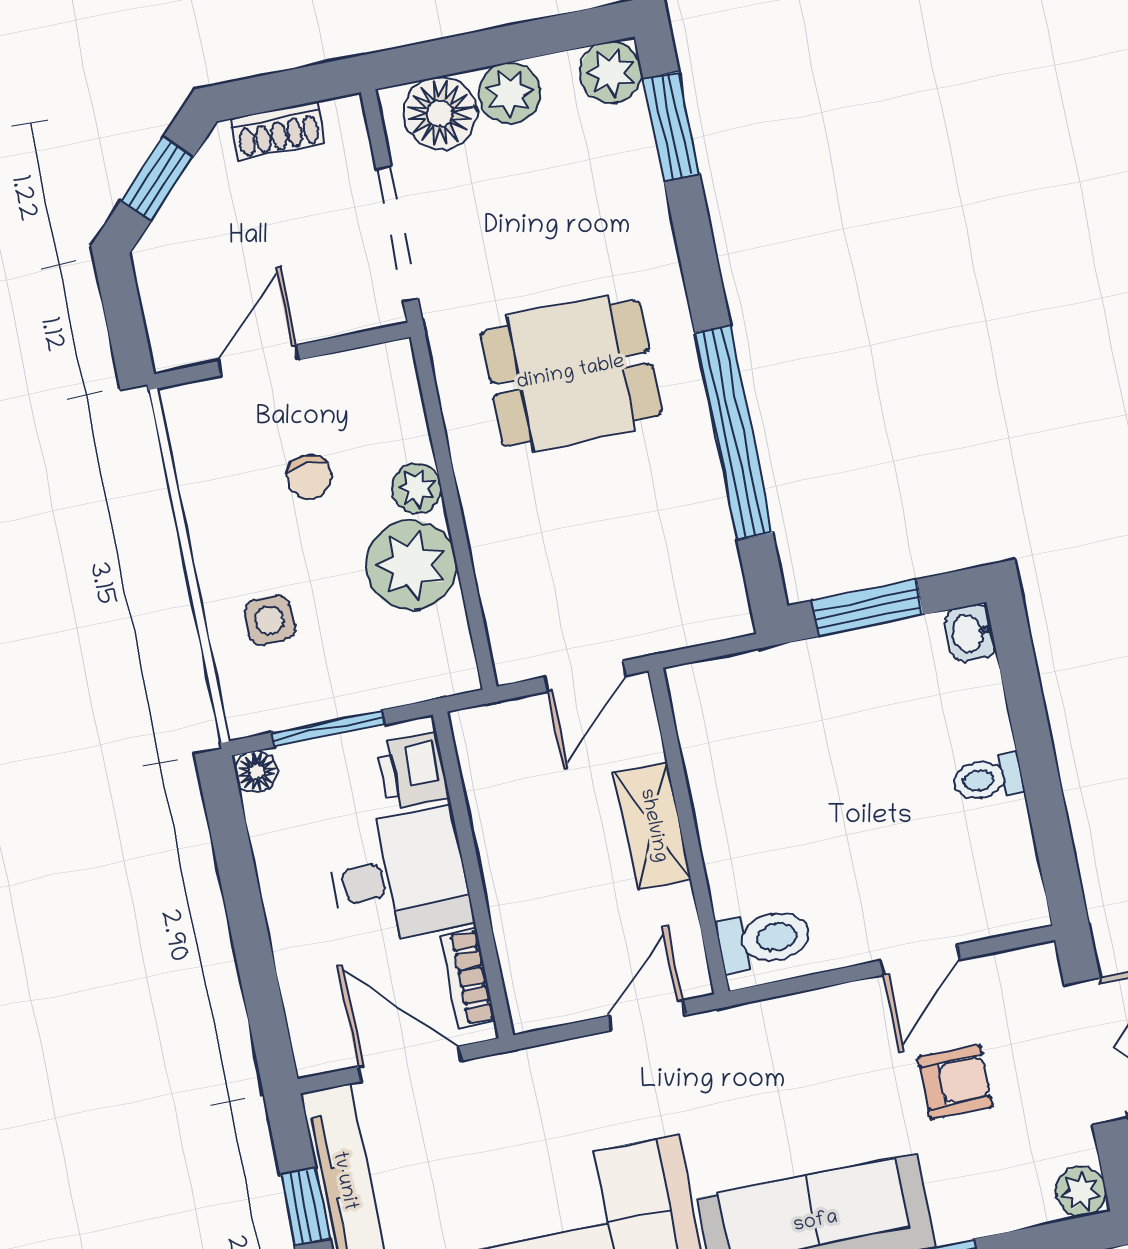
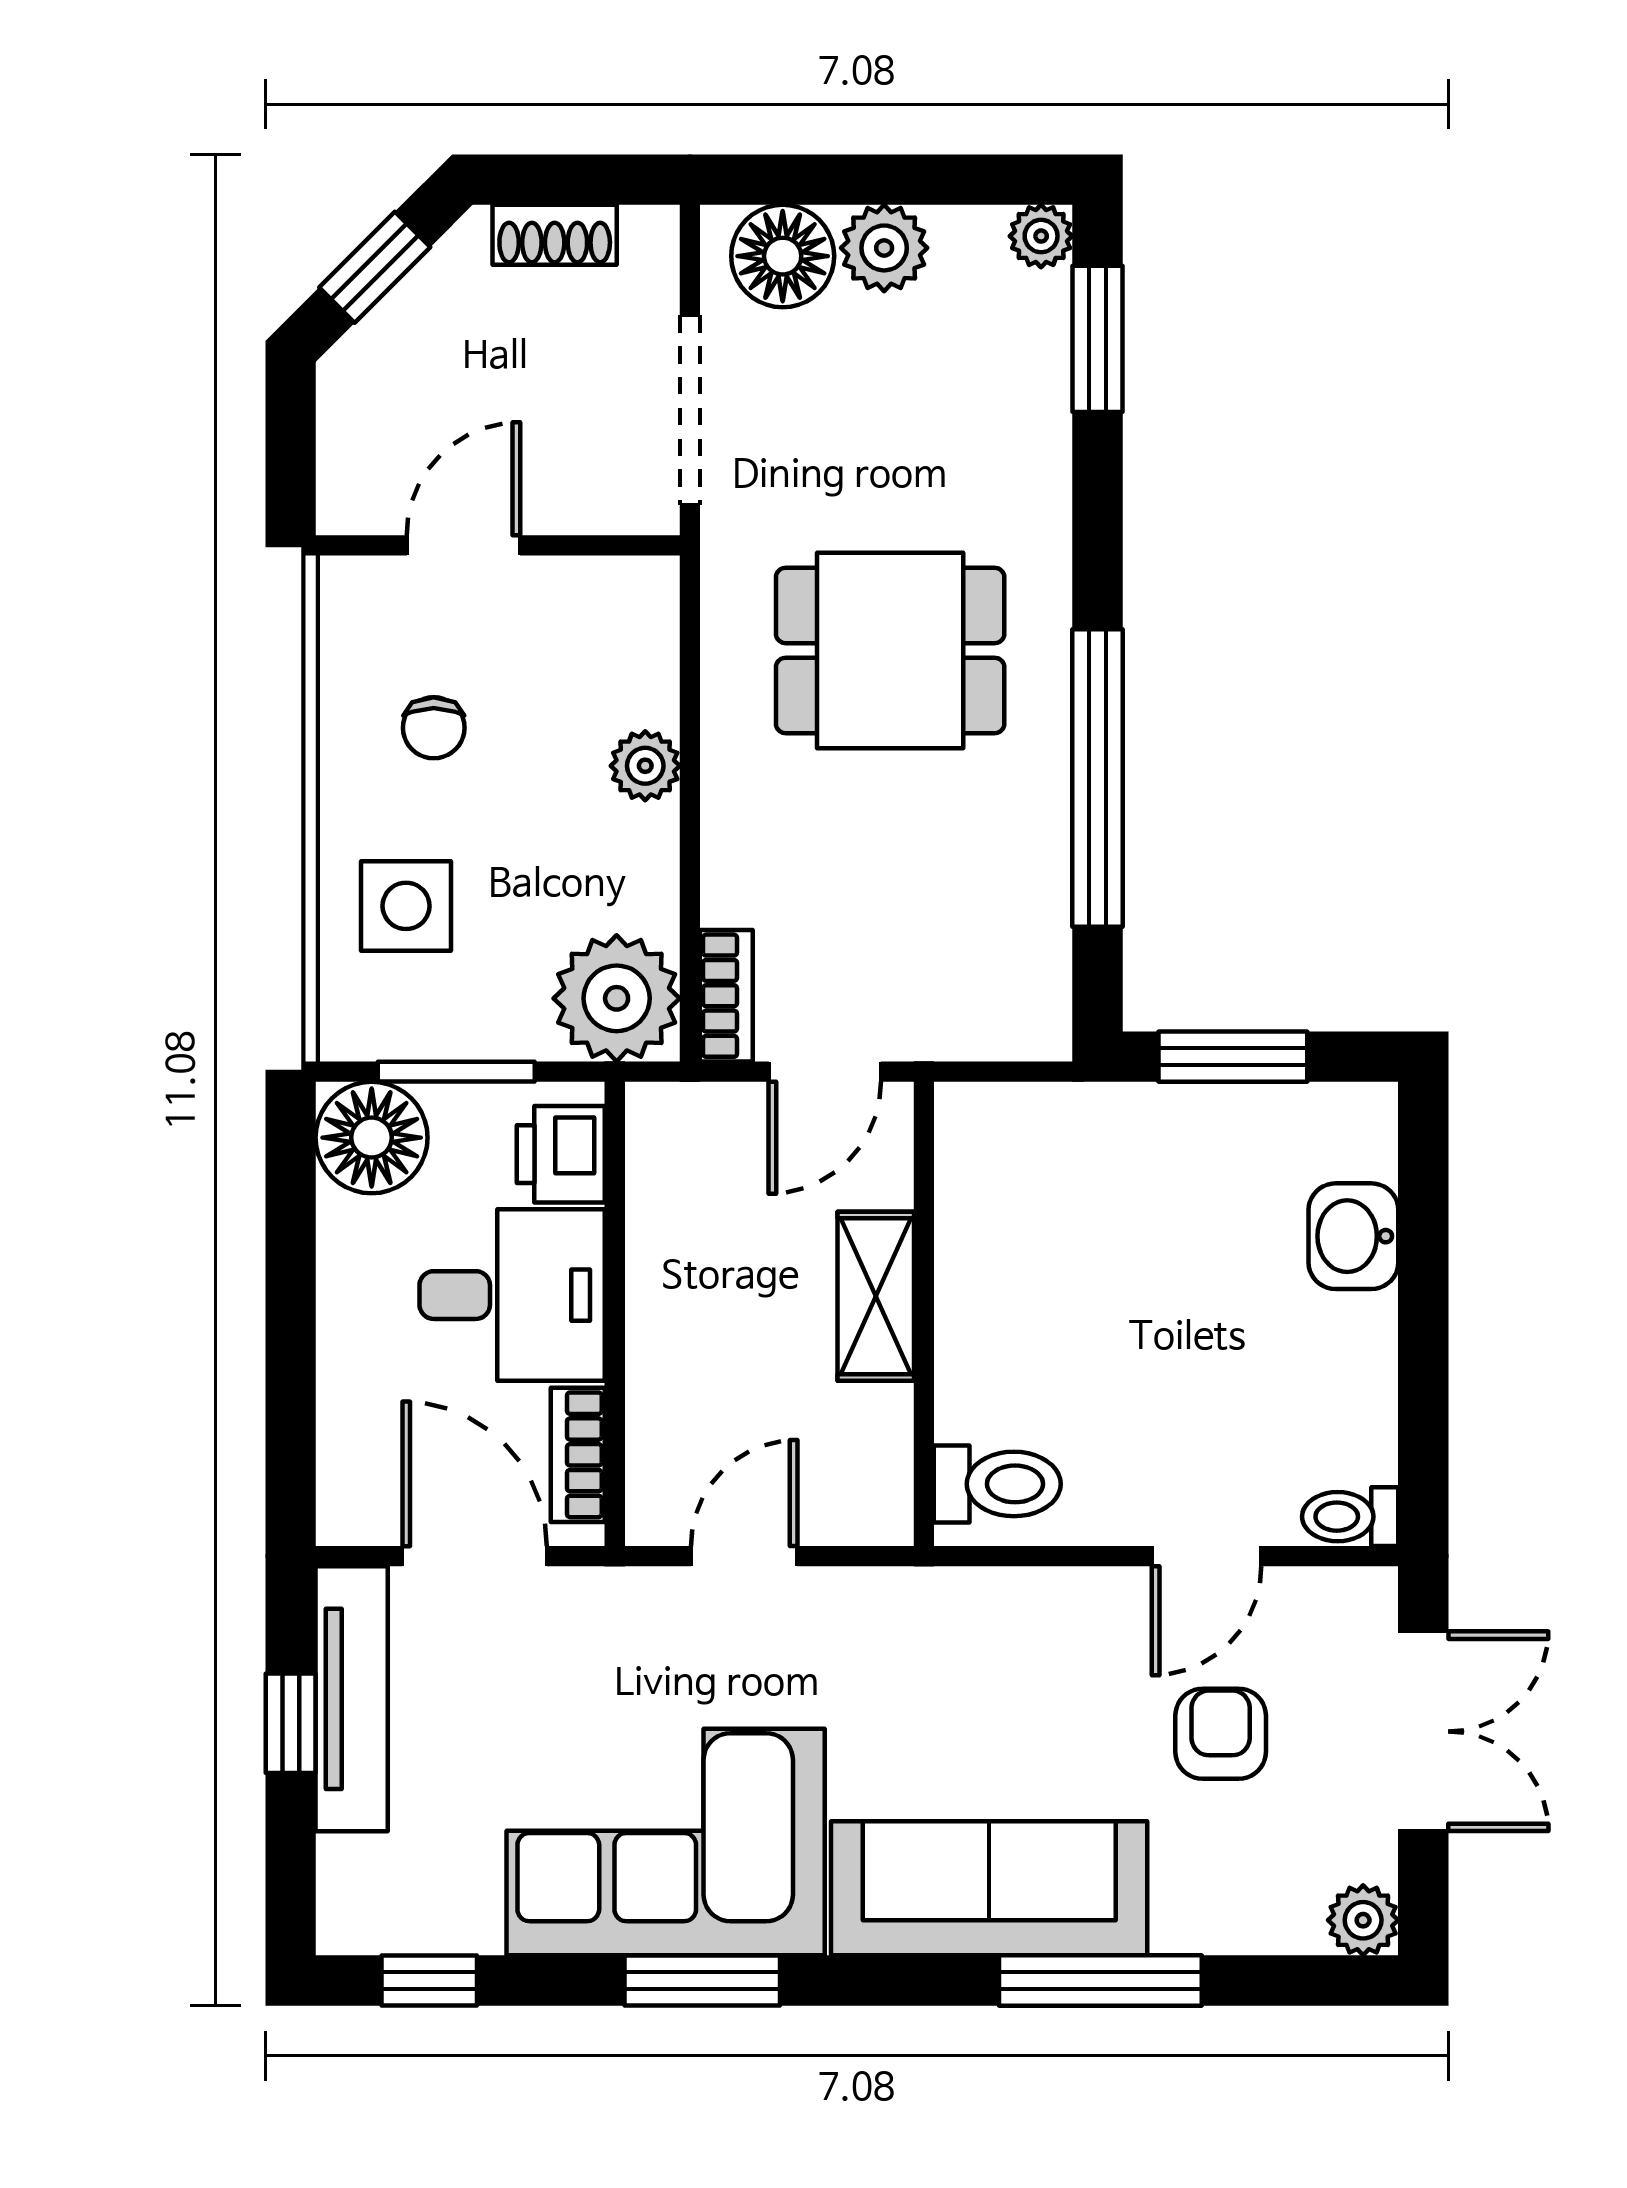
plant: (611, 72) -> (1041, 236), width x0.73, depth x0.73
chair: (310, 477) -> (434, 728), moved
plant: (411, 565) -> (617, 998), moved
side table: (270, 620) -> (406, 906), width x1.37, depth x1.37
washbasin: (970, 633) -> (1353, 1236), moved, width x1.38, depth x1.45
bookcase: (506, 637) -> (726, 996), added
floor lamp: (256, 772) -> (372, 1138), width x1.89, depth x1.89
toilet: (988, 779) -> (1350, 1517), moved
door: (647, 1016) -> (744, 1556), moved
armchair: (955, 1082) -> (1221, 1734), turned -90

